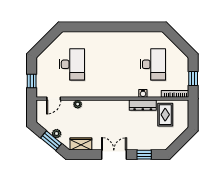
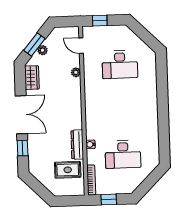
double door: (114, 155) -> (21, 115), width x1.37

